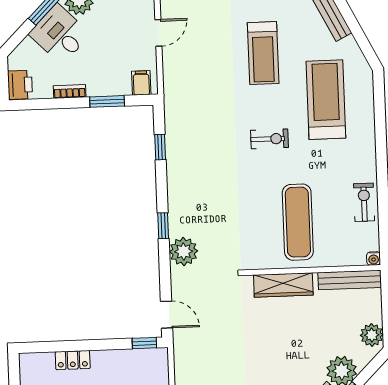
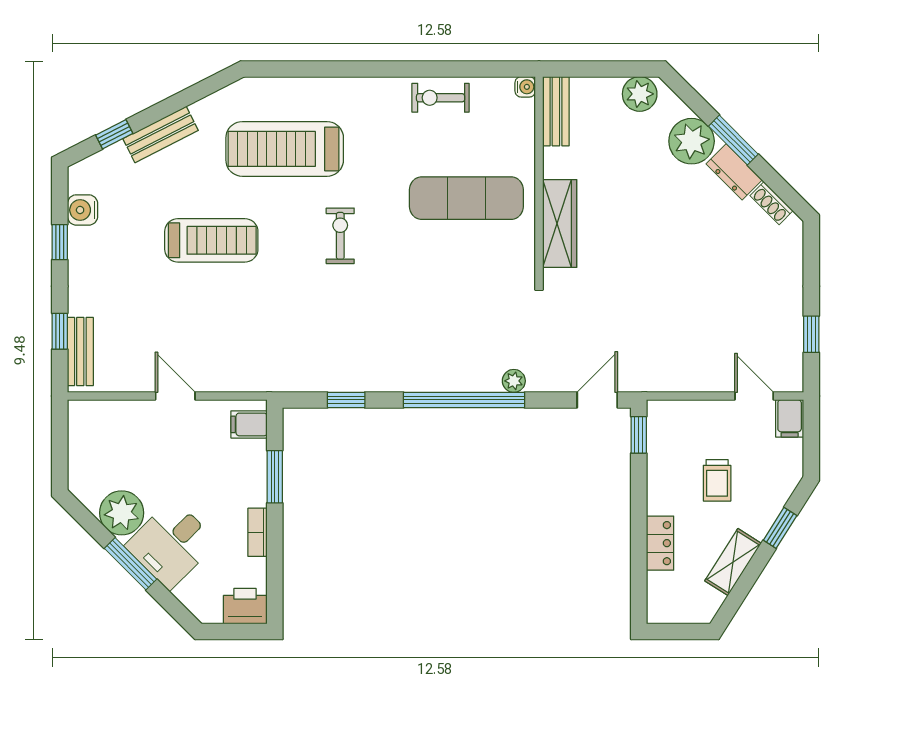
window: (163, 226) -> (464, 400), width x3.17
plant: (184, 251) -> (514, 381), width x0.53, depth x0.53
bench: (350, 280) -> (556, 111), width x0.73

